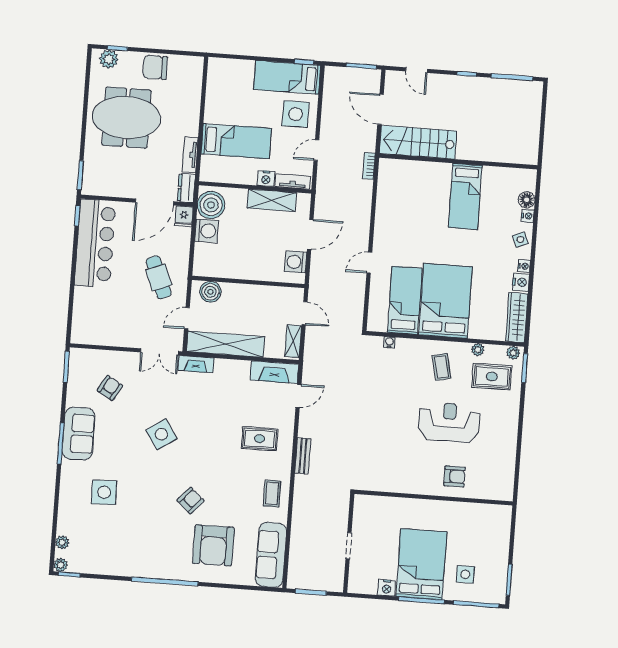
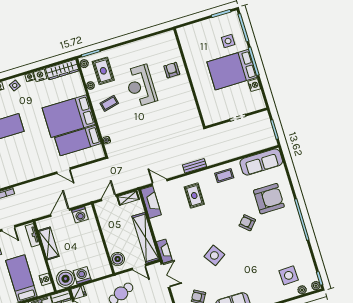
nightstand: (266, 178) -> (45, 279), moved
door: (310, 234) -> (60, 213), hinge flipped
side table: (104, 492) -> (289, 275), moved

